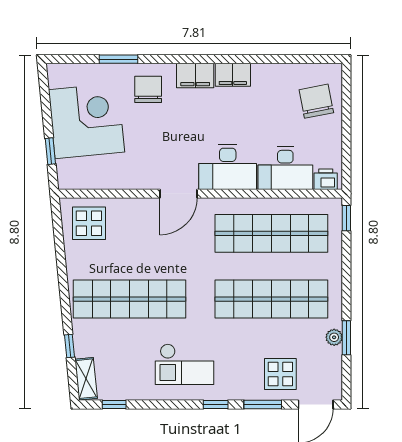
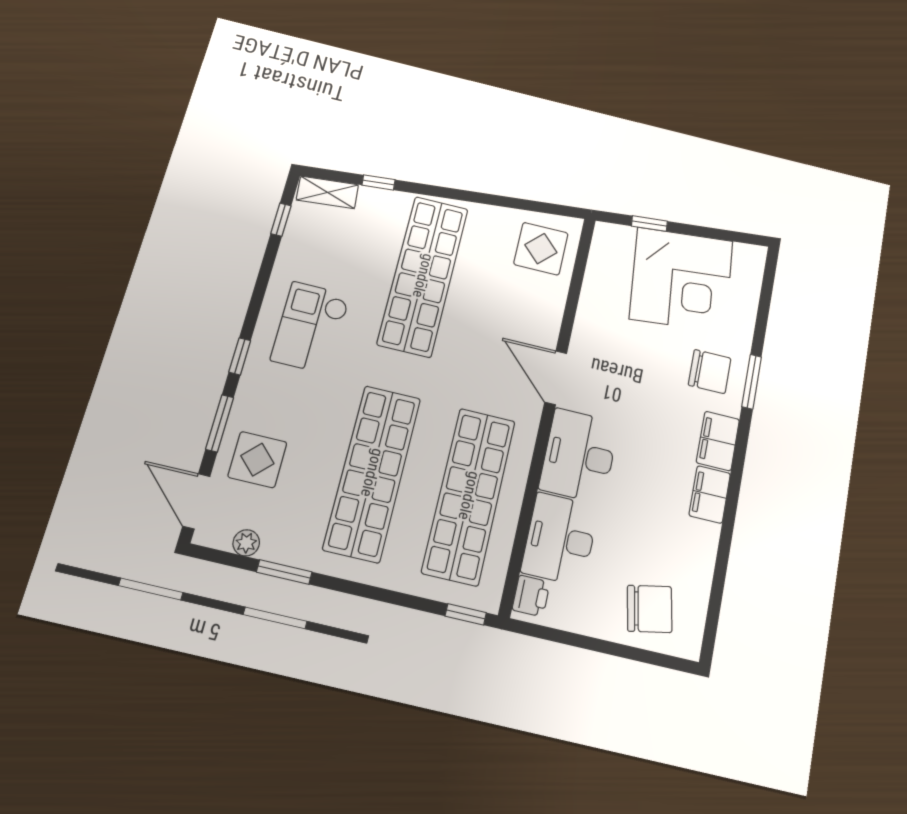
window: (118, 59) -> (752, 382), moved
plant: (334, 337) -> (246, 543), moved

